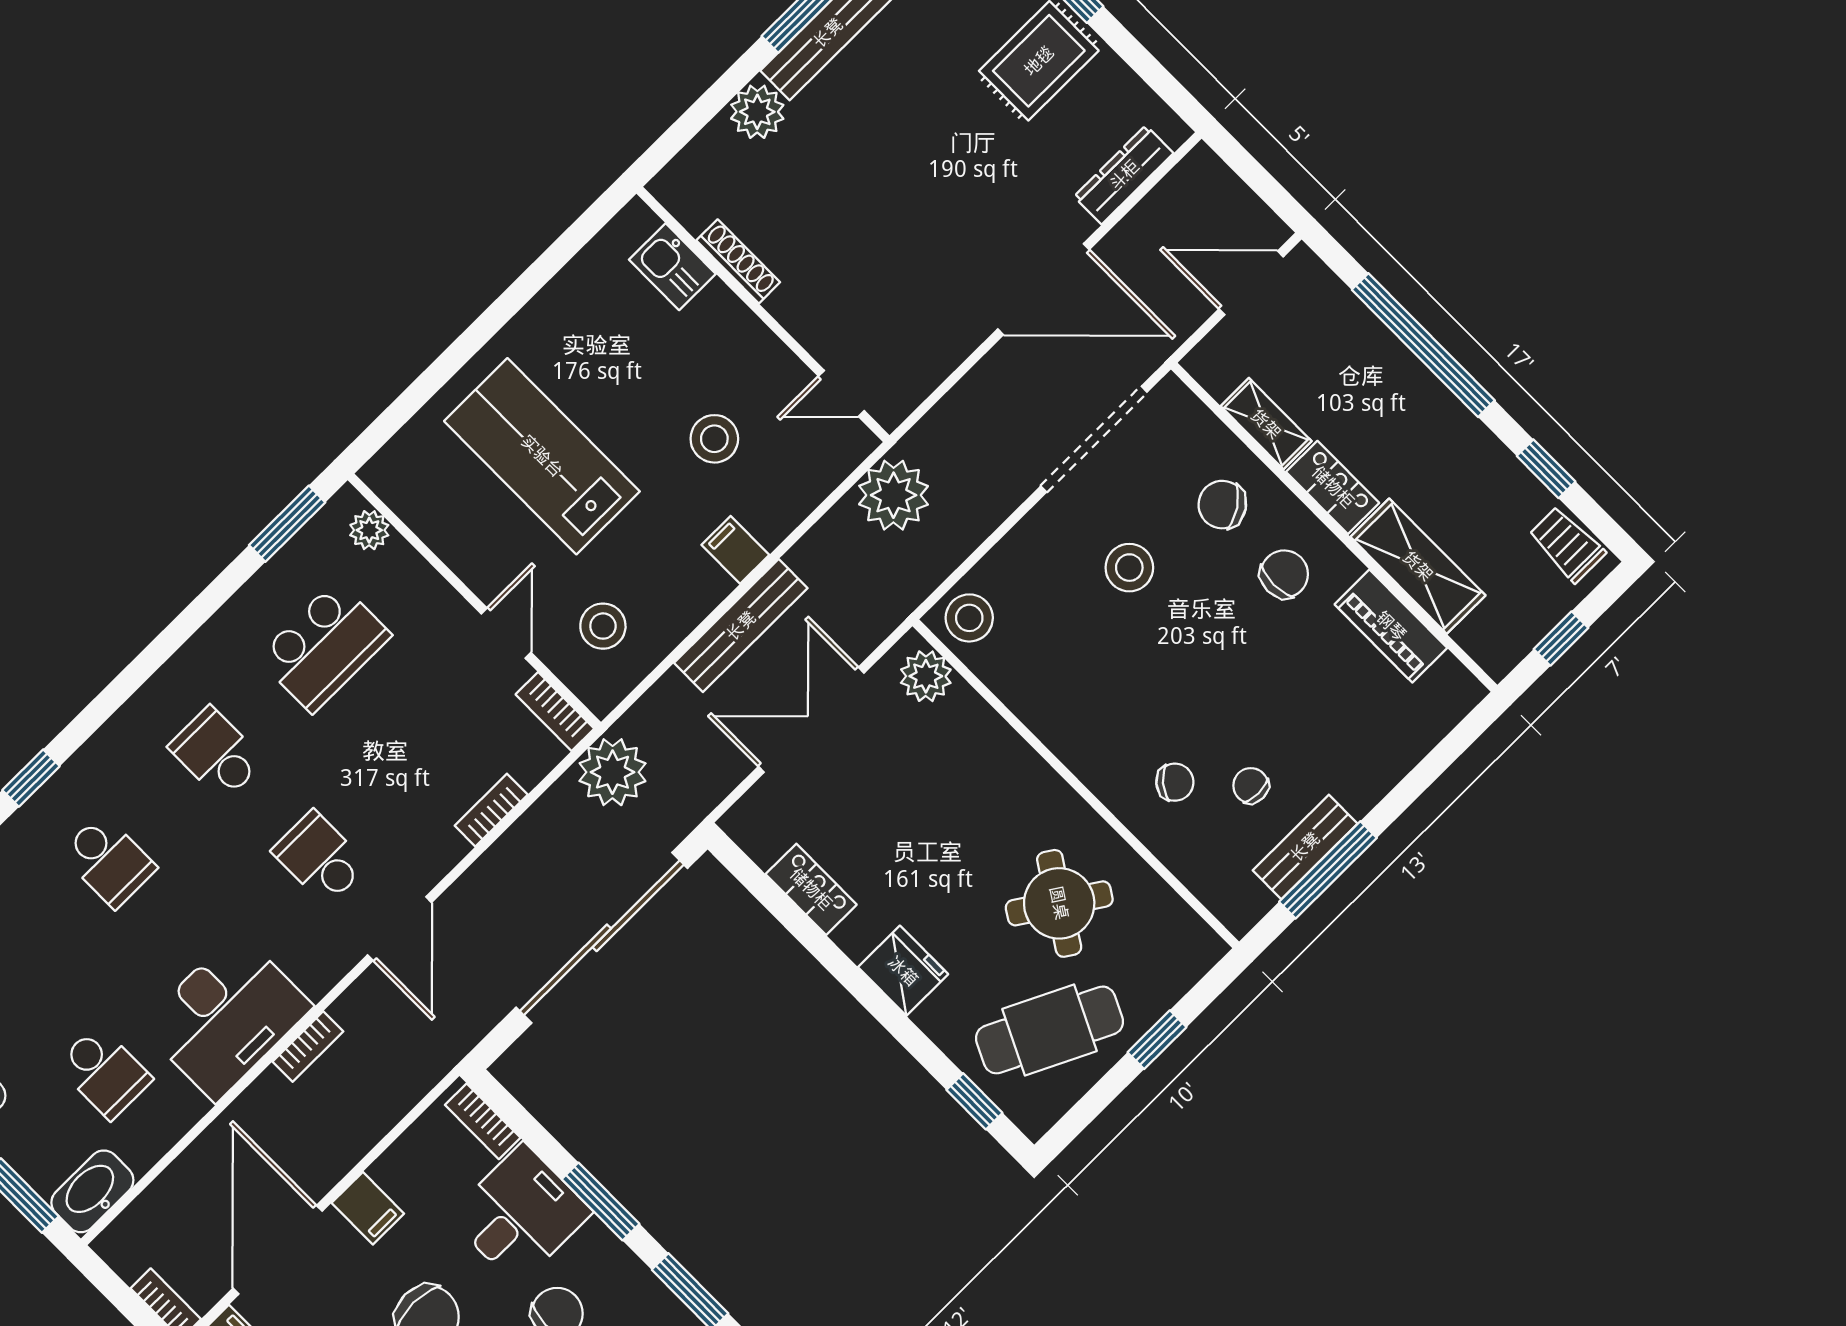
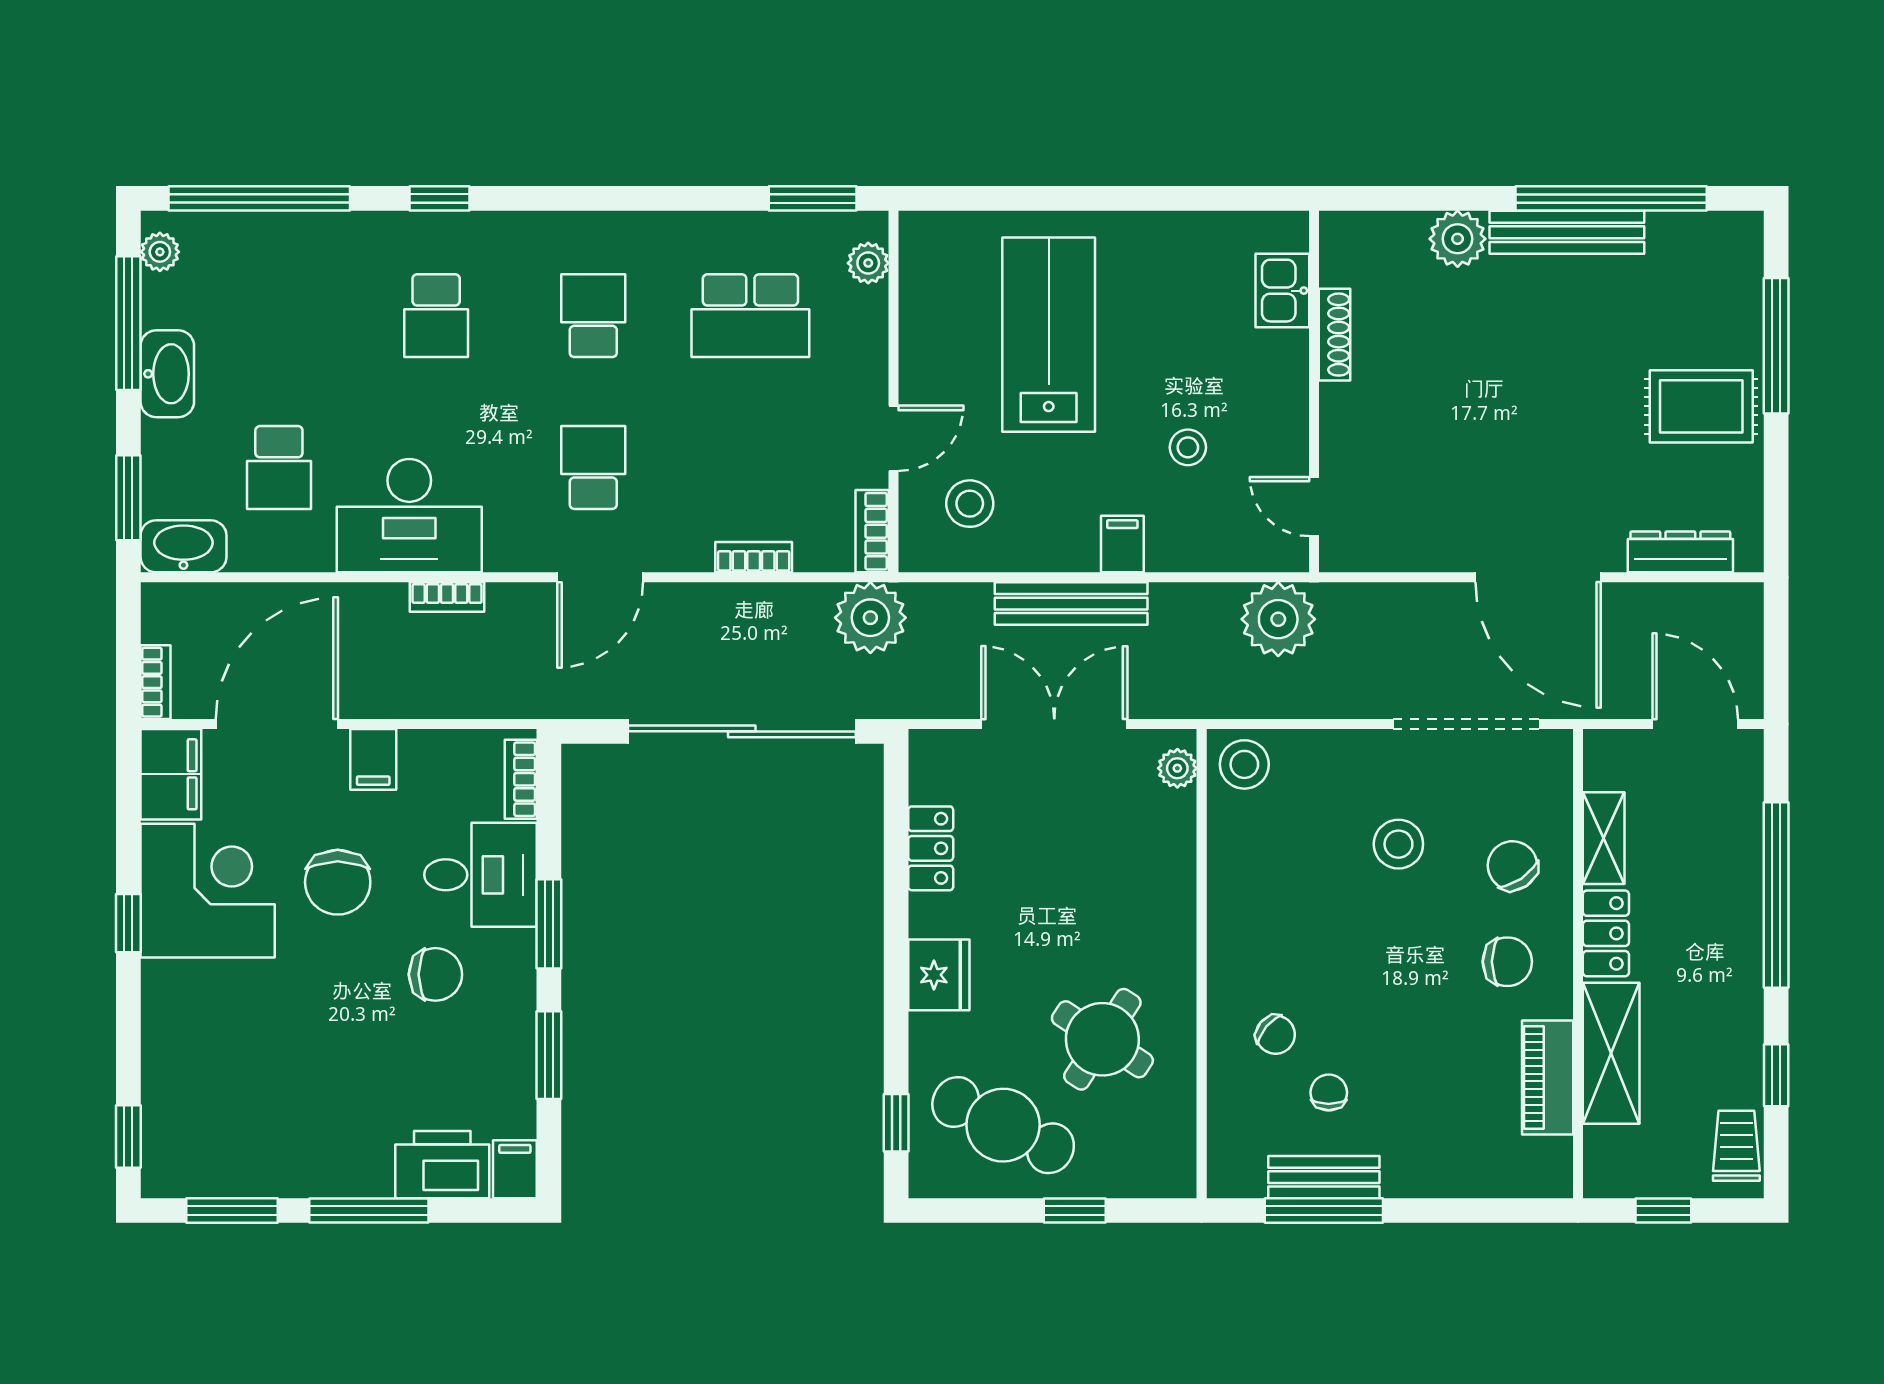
stool: (714, 439) -> (1188, 447), width x0.73, depth x0.73
plant: (926, 676) -> (1177, 768), width x0.73, depth x0.73

